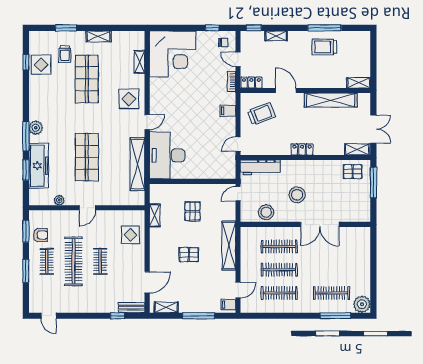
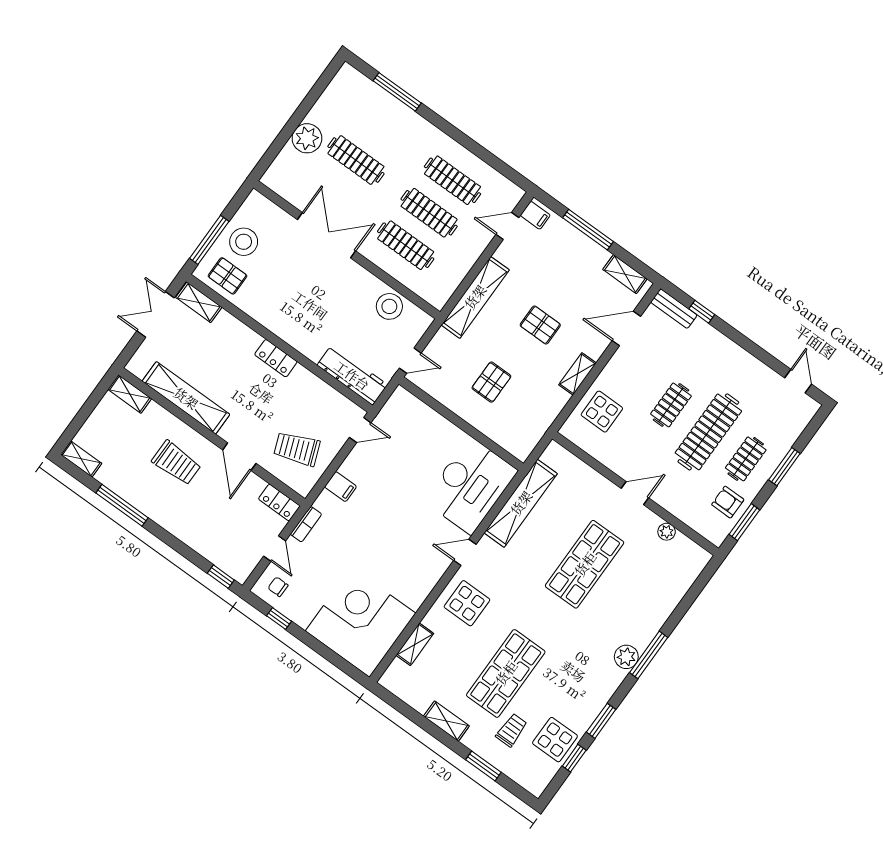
shelving: (276, 36) -> (81, 459), moved
trolley: (324, 47) -> (176, 463), moved
freezer: (39, 166) -> (661, 601), removed
window: (26, 170) -> (601, 721), moved
stool: (297, 195) -> (244, 242), moved
shelving: (155, 215) -> (578, 374), moved
clothes rail: (332, 293) -> (356, 160), moved
plant: (362, 304) -> (307, 138), moved

